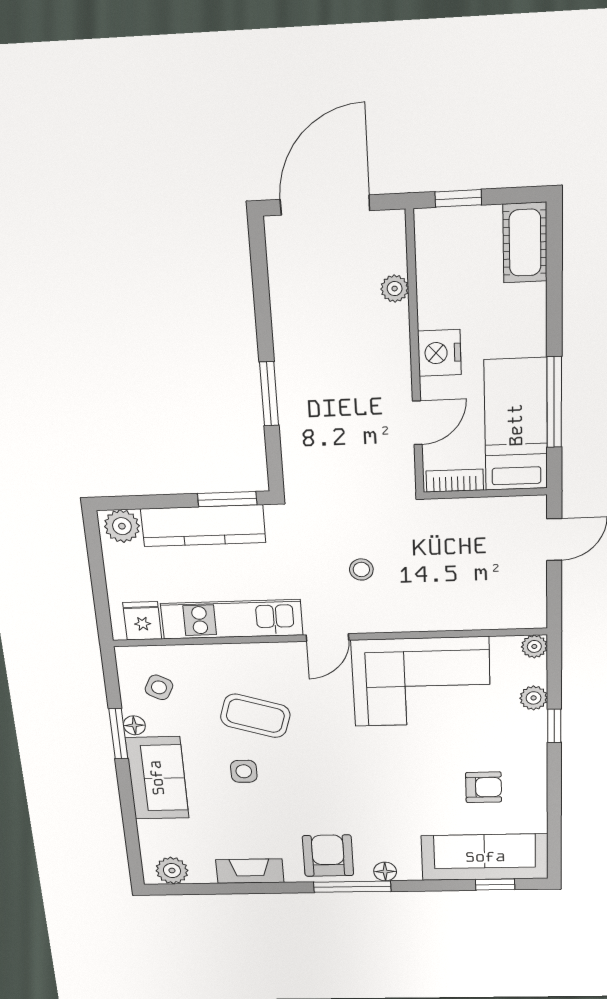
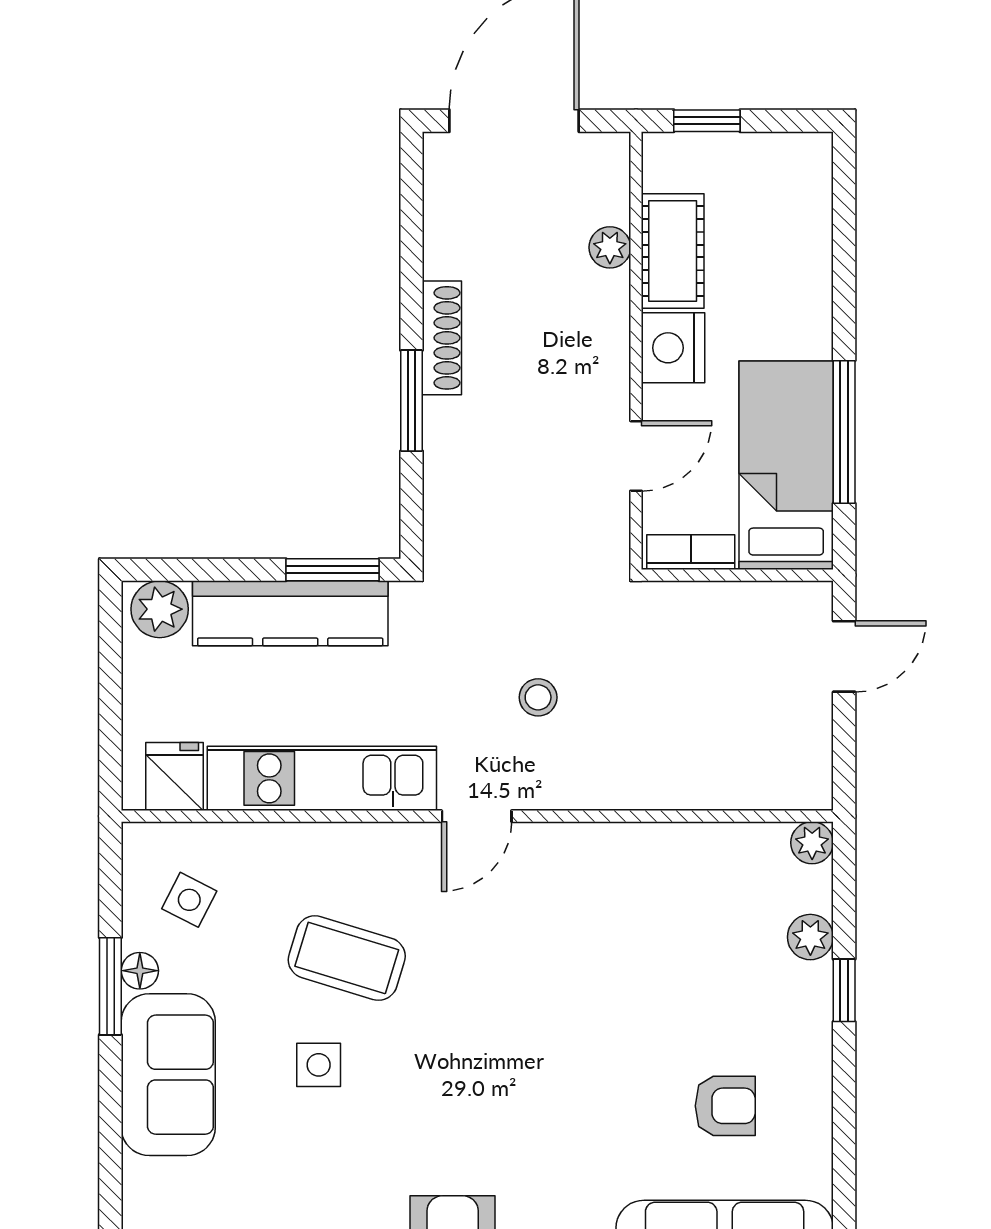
cot: (525, 243) -> (673, 251), moved
shoe rack: (286, 353) -> (442, 338), added
corner sofa: (421, 682) -> (626, 902), removed

